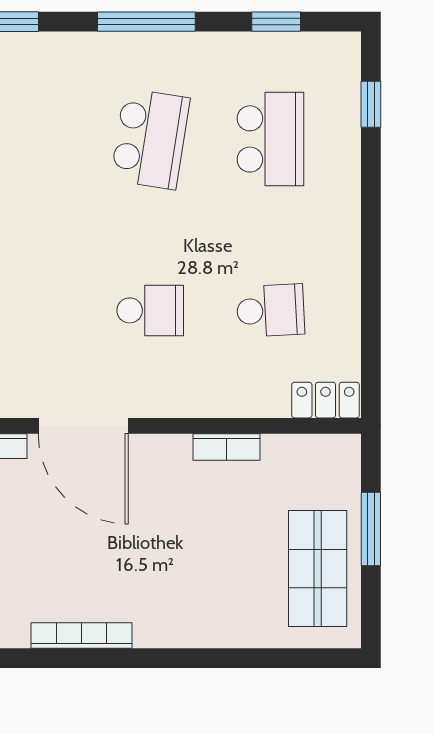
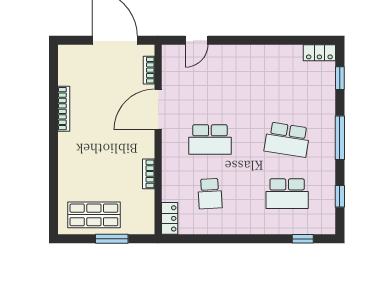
school desk: (150, 310) -> (210, 140), width x1.85

